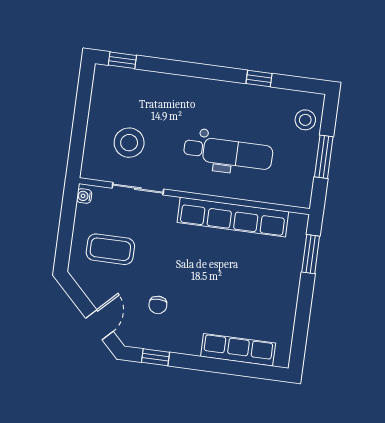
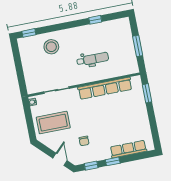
stool: (305, 120) -> (123, 32), removed
stool: (129, 143) -> (51, 47), moved
dental chair: (228, 153) -> (93, 59), width x0.73, depth x0.72
coffee table: (110, 249) -> (53, 123), width x1.36, depth x1.32
window: (200, 363) -> (113, 161), added

